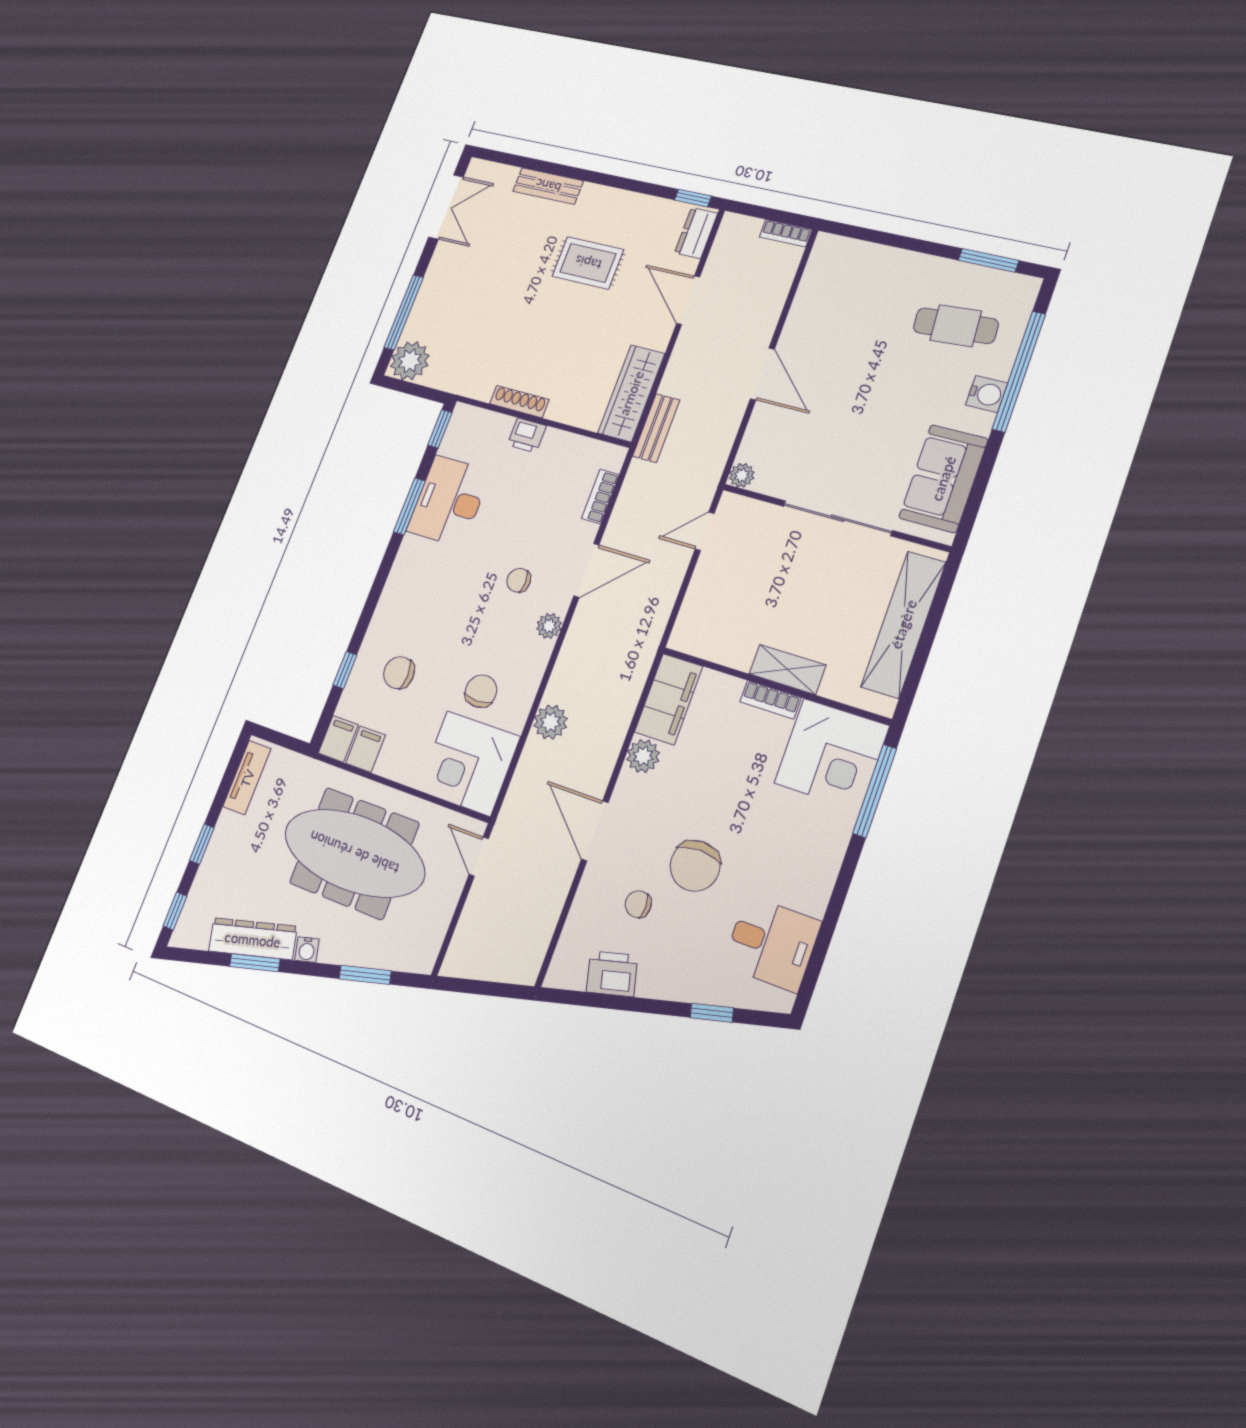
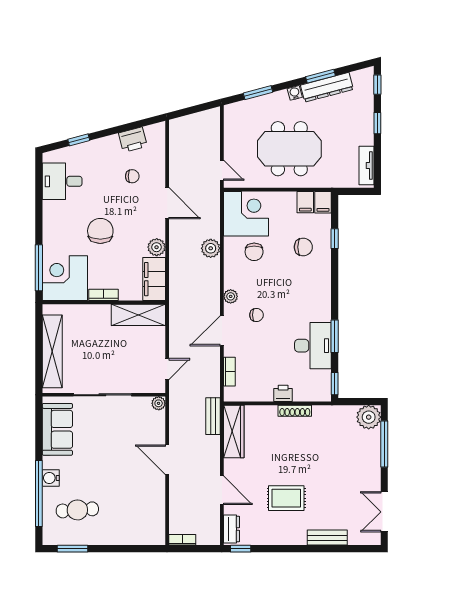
shelving: (787, 669) -> (138, 315), moved, width x1.50, depth x1.33
meeting table: (354, 853) -> (289, 149), width x0.73
chair: (695, 866) -> (100, 231), moved

